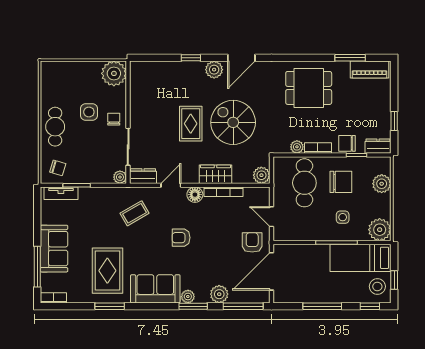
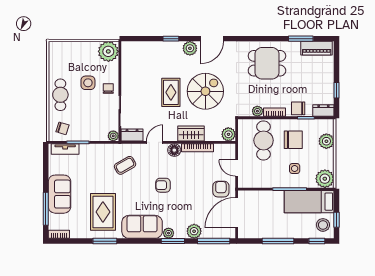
spiral stairs: (233, 122) -> (205, 91), turned 90

